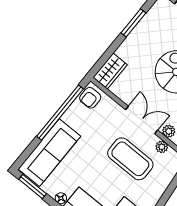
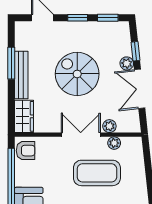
bench: (134, 38) -> (21, 75), added
armchair: (90, 98) -> (26, 151), turned -90

